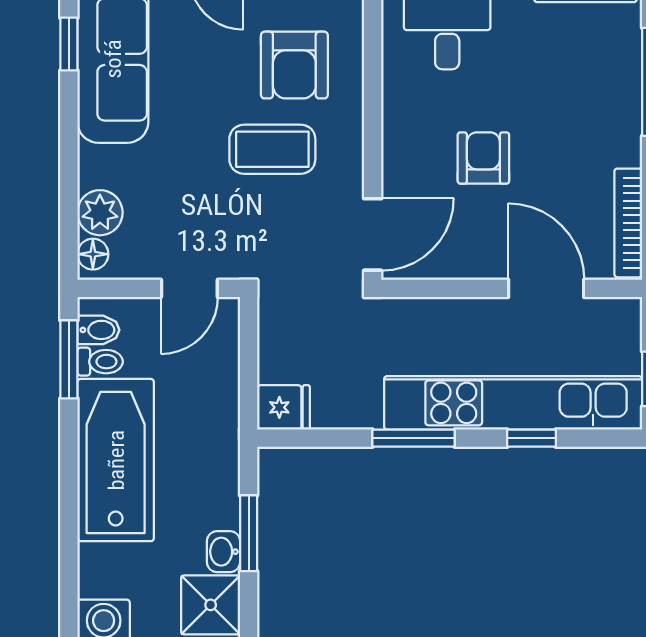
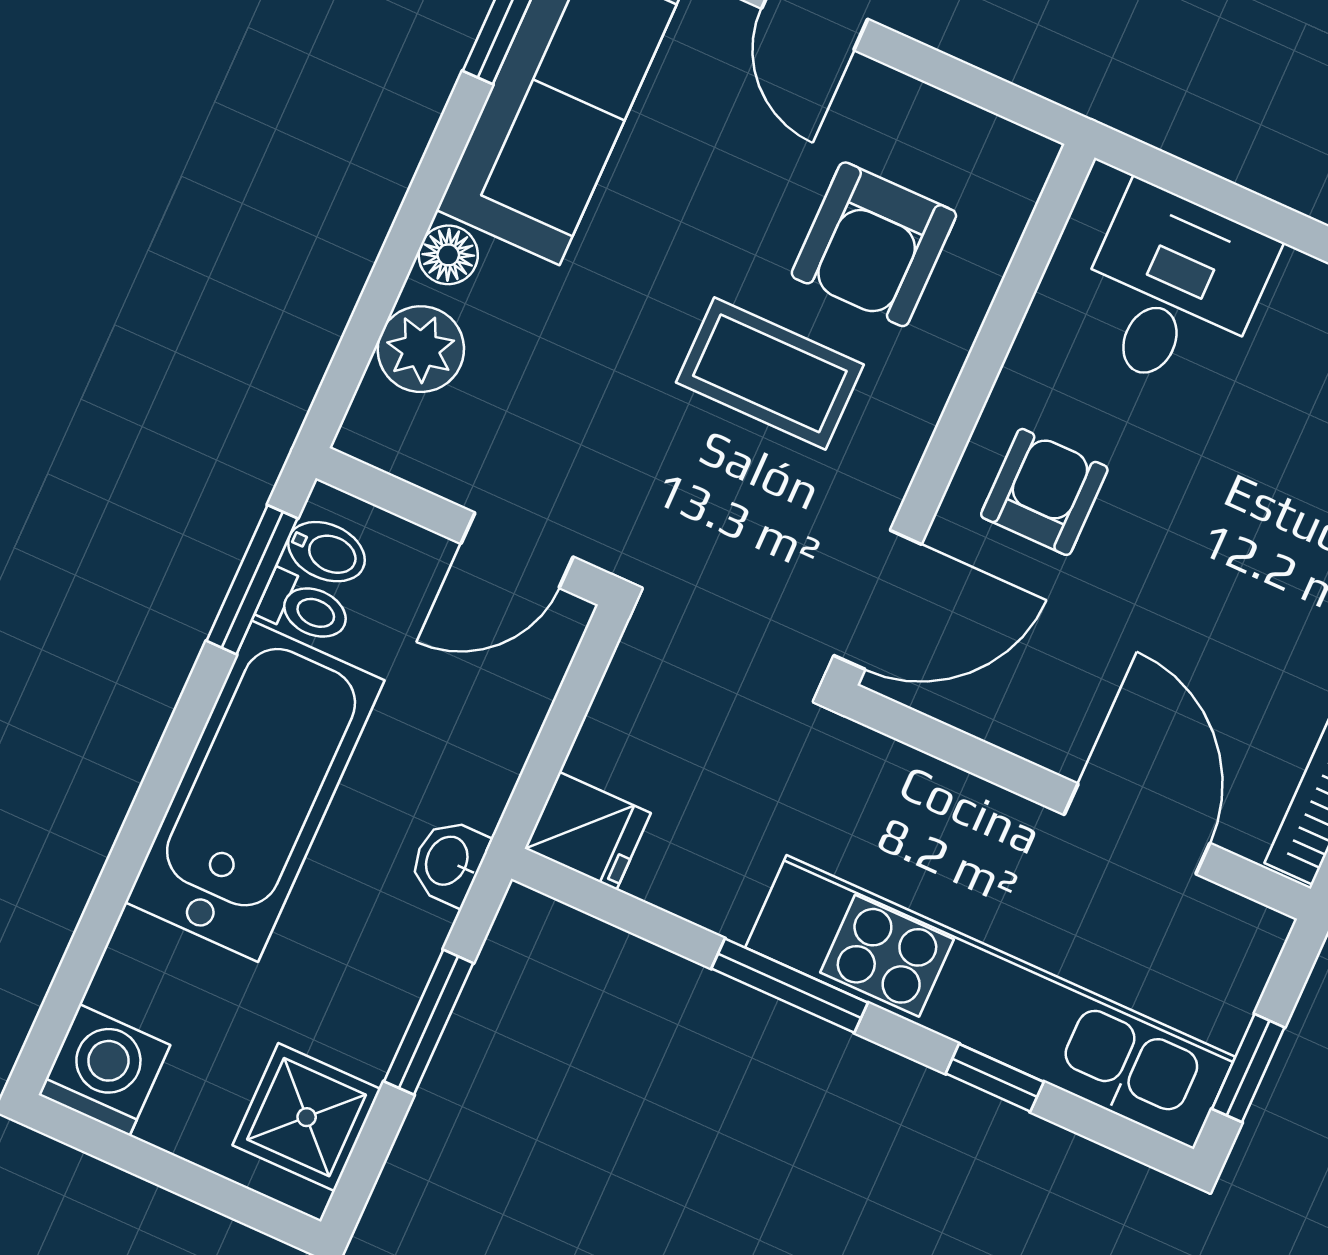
armchair: (483, 158) -> (1044, 492), moved
floor lamp: (93, 254) -> (448, 255), moved
washbasin: (223, 552) -> (448, 861), moved

